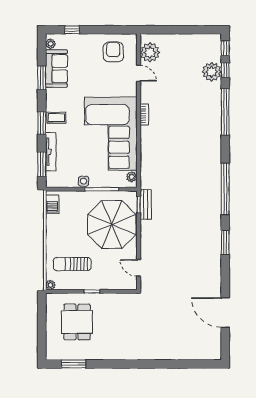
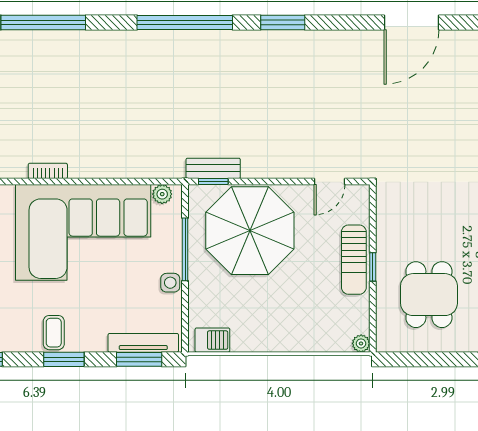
tv unit: (51, 152) -> (143, 343), moved
sun lounger: (72, 264) -> (354, 260), moved
dining table: (77, 322) -> (429, 295), turned 90

